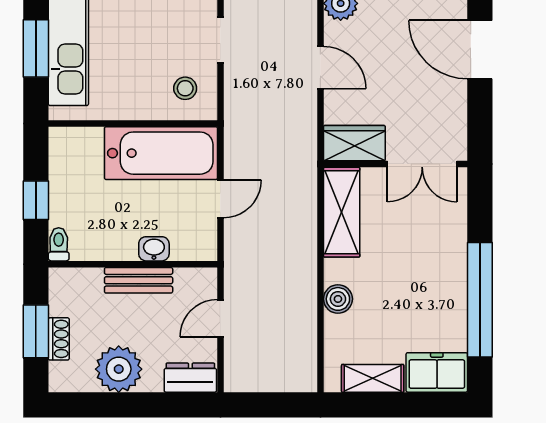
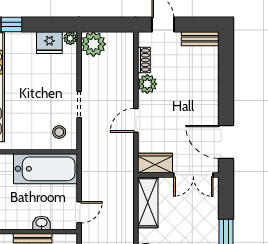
door: (480, 50) -> (226, 142), moved
door: (320, 68) -> (136, 120), swing flipped
door: (220, 199) -> (79, 212), moved

